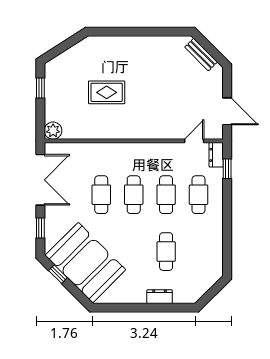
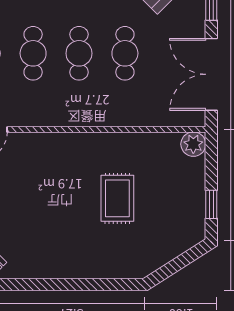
rug: (107, 92) -> (117, 198), turned 90

